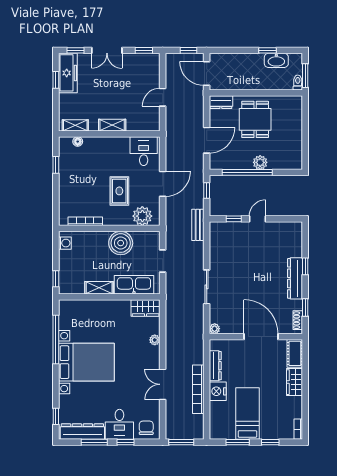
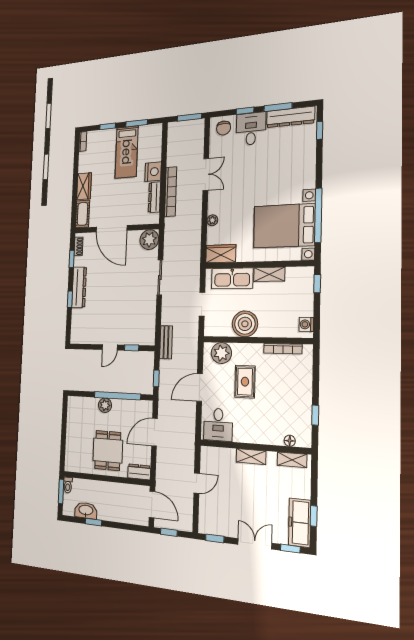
plant: (215, 329) -> (149, 240), width x1.87, depth x1.87
bed with nightstands: (86, 362) -> (284, 226), moved
bookcase: (198, 389) -> (171, 192), moved

